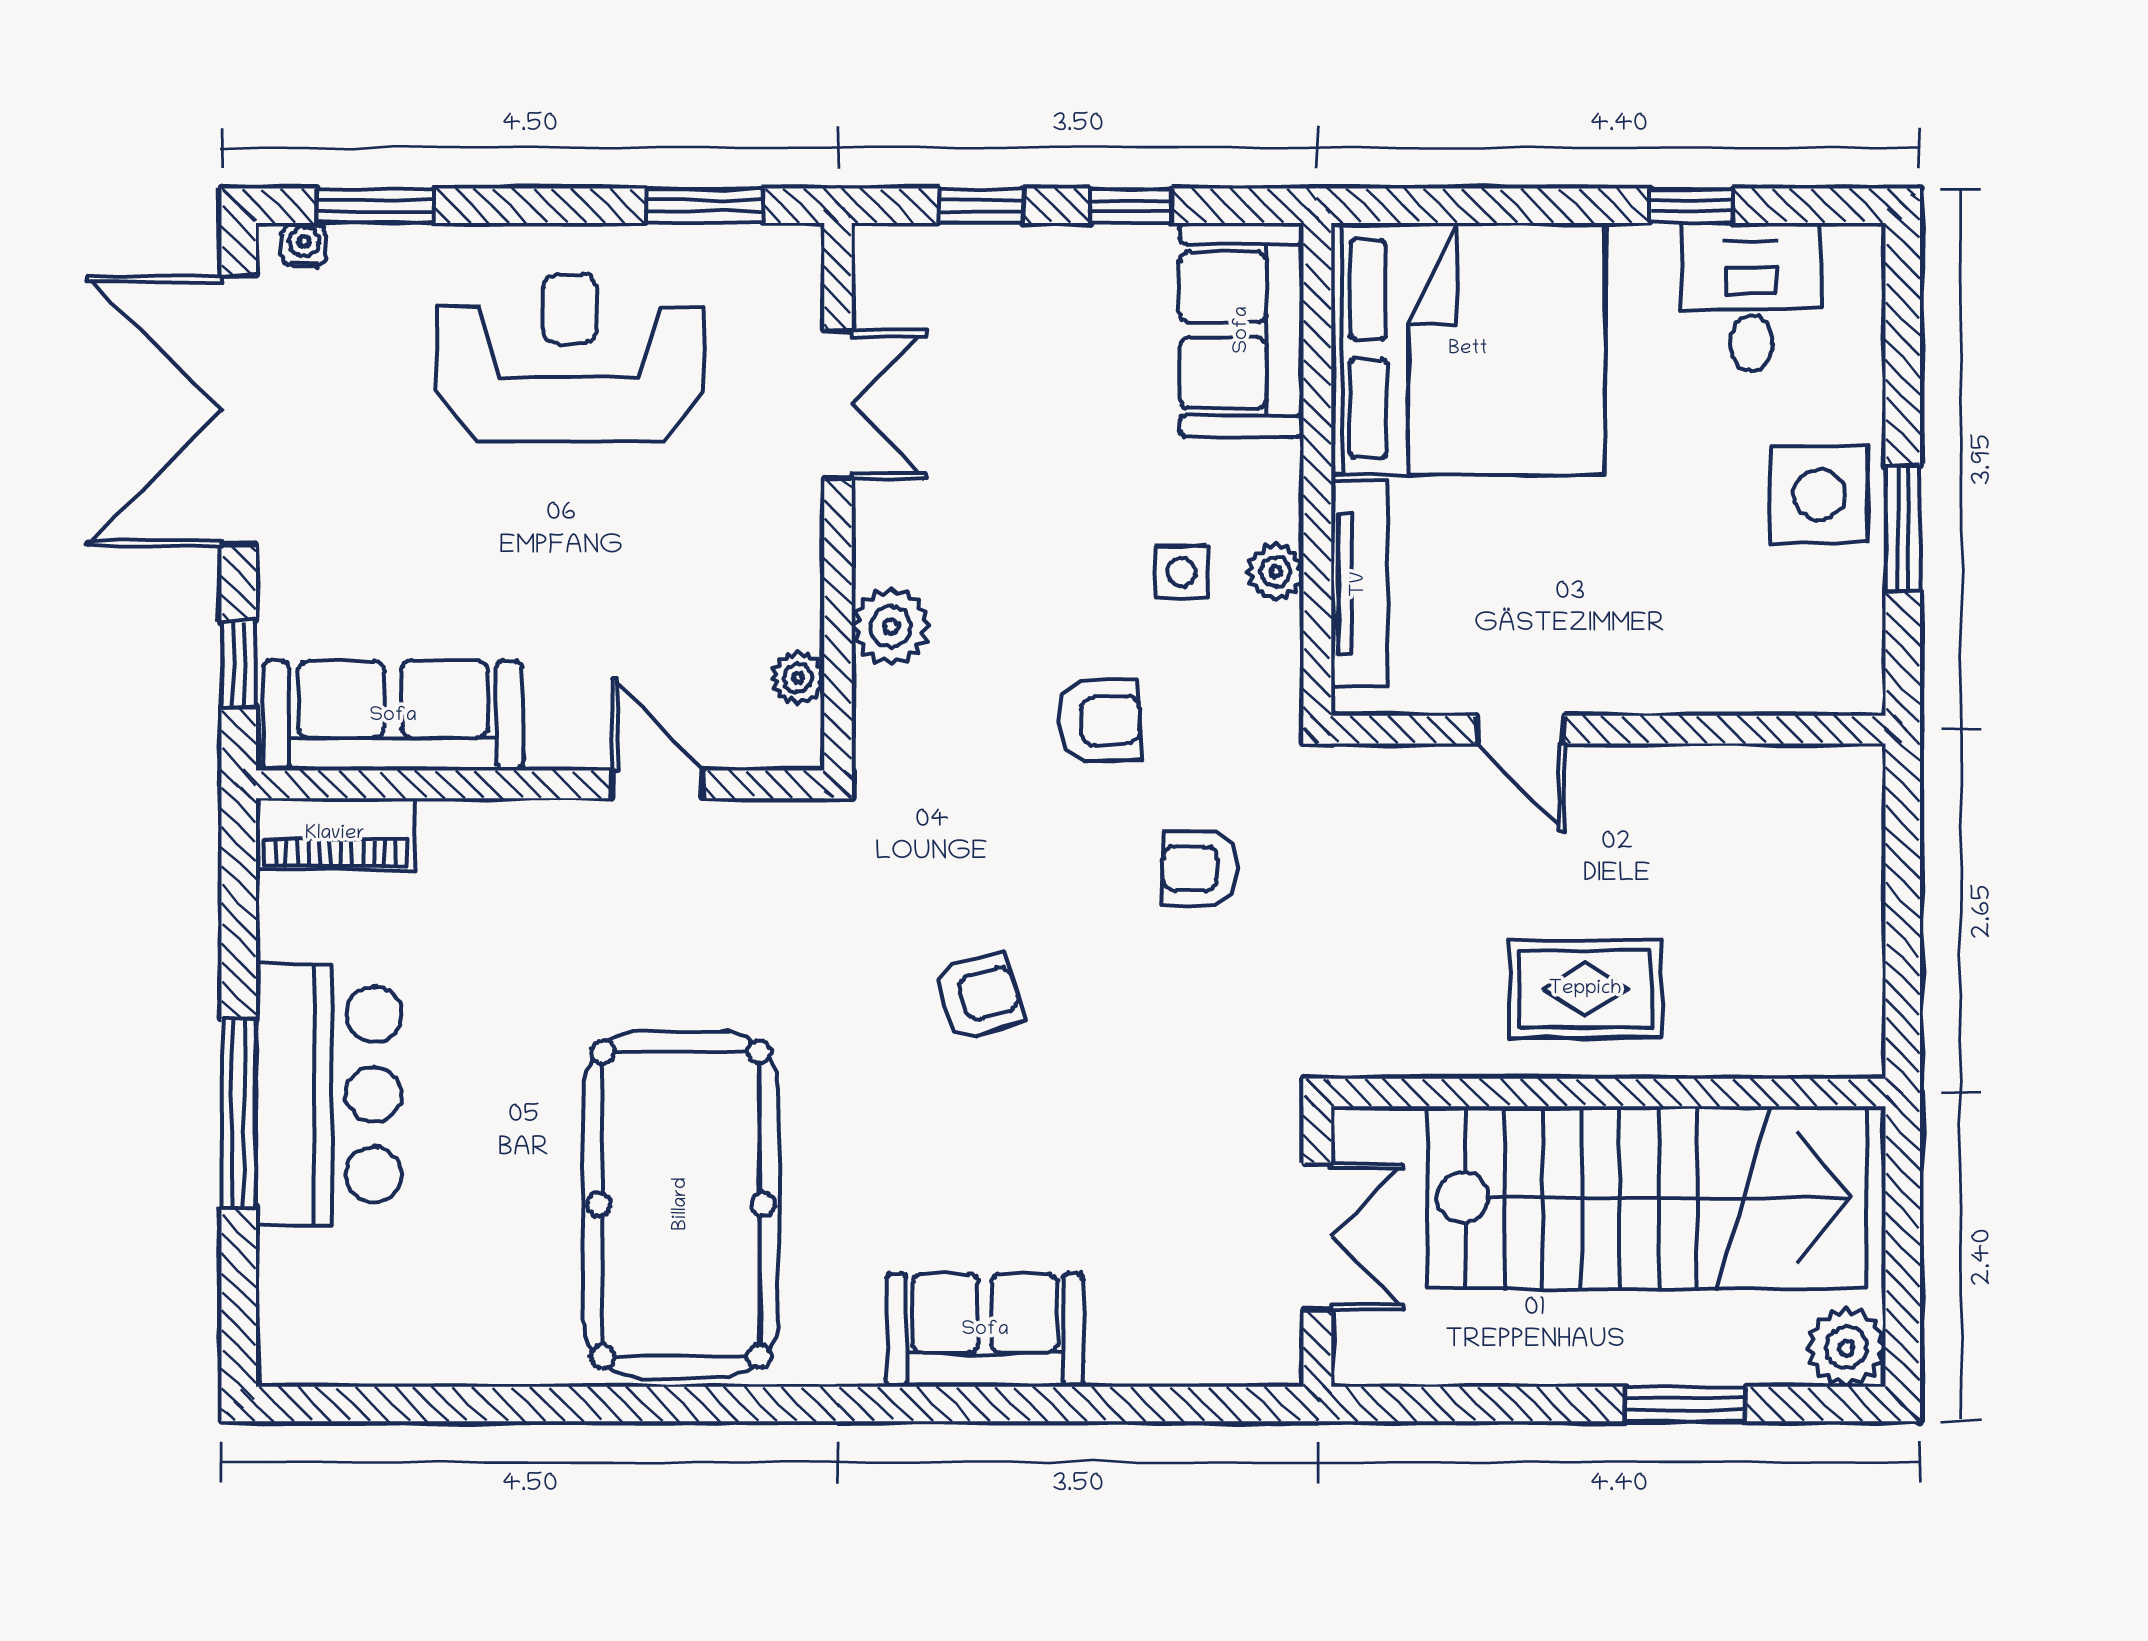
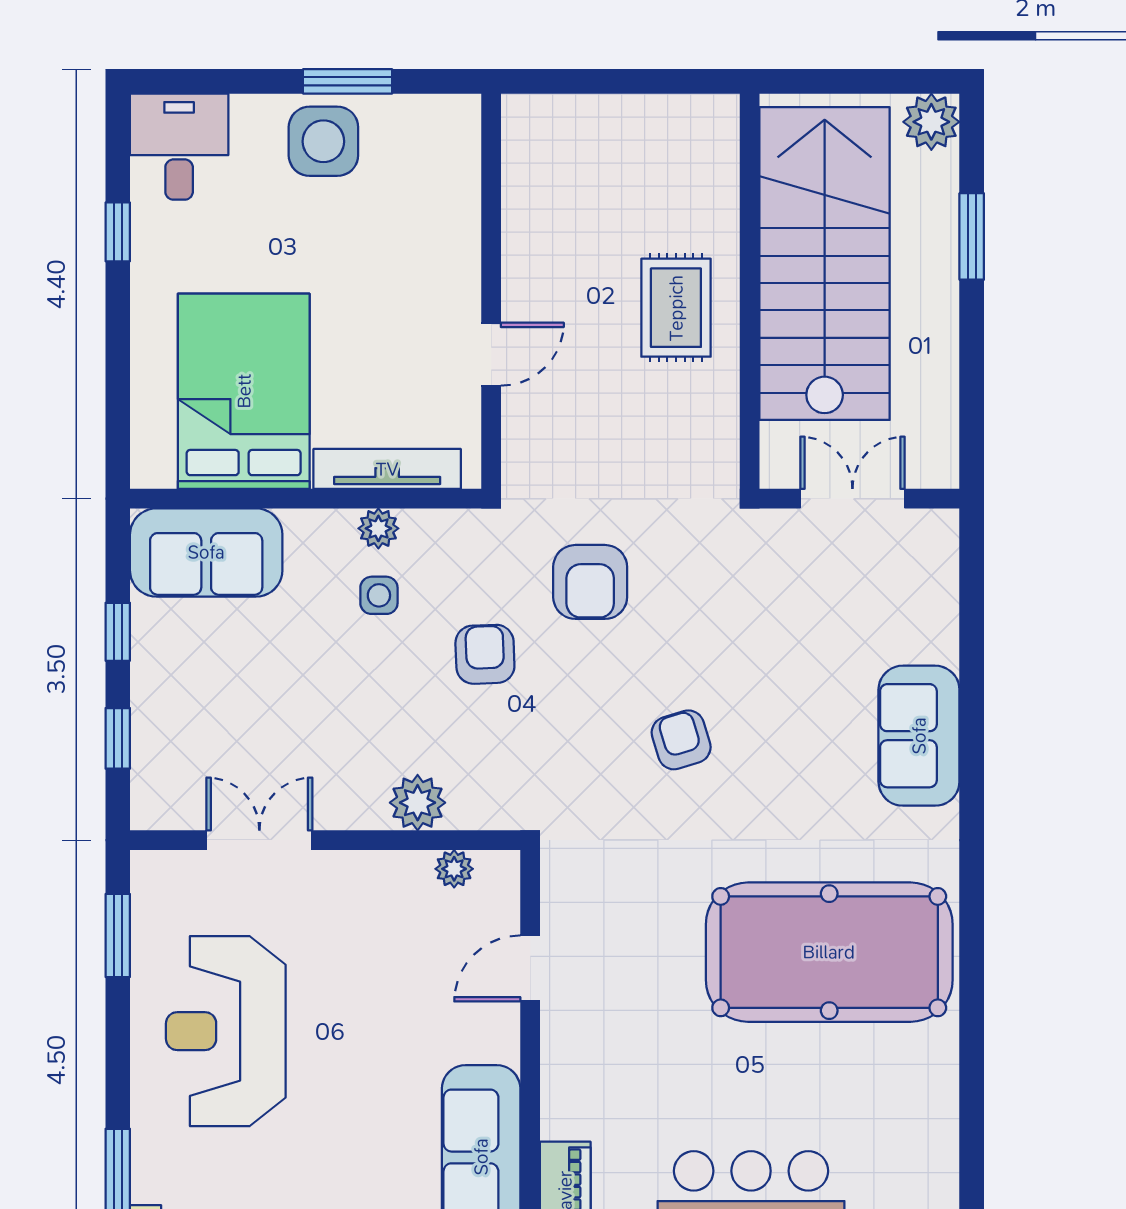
desk: (1751, 297) -> (179, 147), moved, turned 90
bed: (1468, 349) -> (244, 391), width x0.73
armchair: (1200, 869) -> (590, 582), width x1.38, depth x1.38

